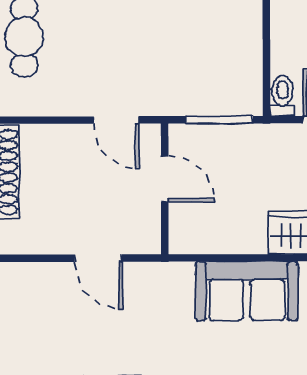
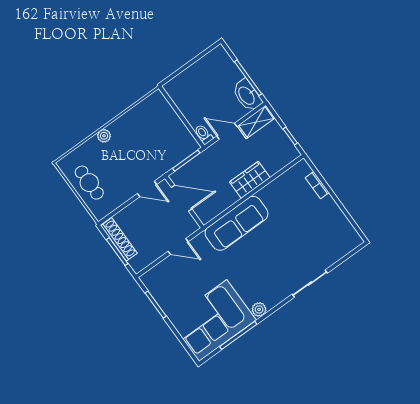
door: (165, 179) -> (182, 198), width x1.37
sofa: (247, 291) -> (237, 223), width x1.36

